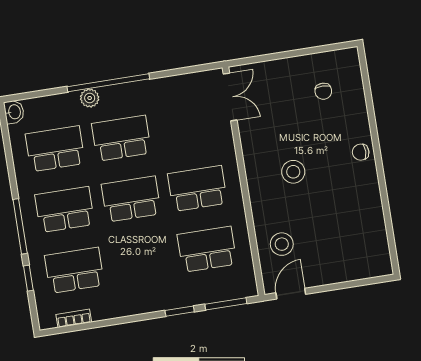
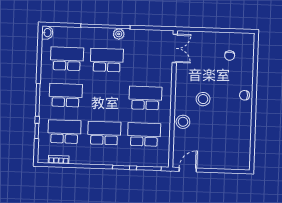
plant: (90, 98) -> (119, 34), moved
school desk: (131, 199) -> (104, 133), moved
stool: (282, 244) -> (183, 122), moved

